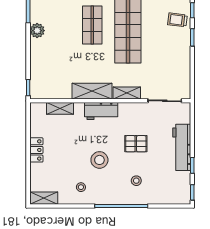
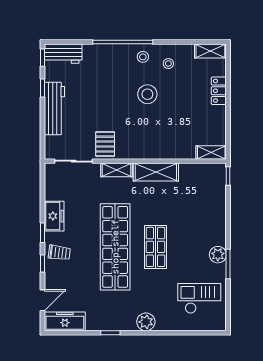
plant: (37, 31) -> (218, 255), moved
freezer: (182, 52) -> (54, 216), added
shelving: (60, 108) -> (211, 152), moved
workbench: (101, 111) -> (63, 54), moved, turned 180
pallet: (136, 144) -> (105, 144), moved, turned 90
locker: (36, 150) -> (219, 91), moved
stool: (136, 181) -> (143, 57), moved

